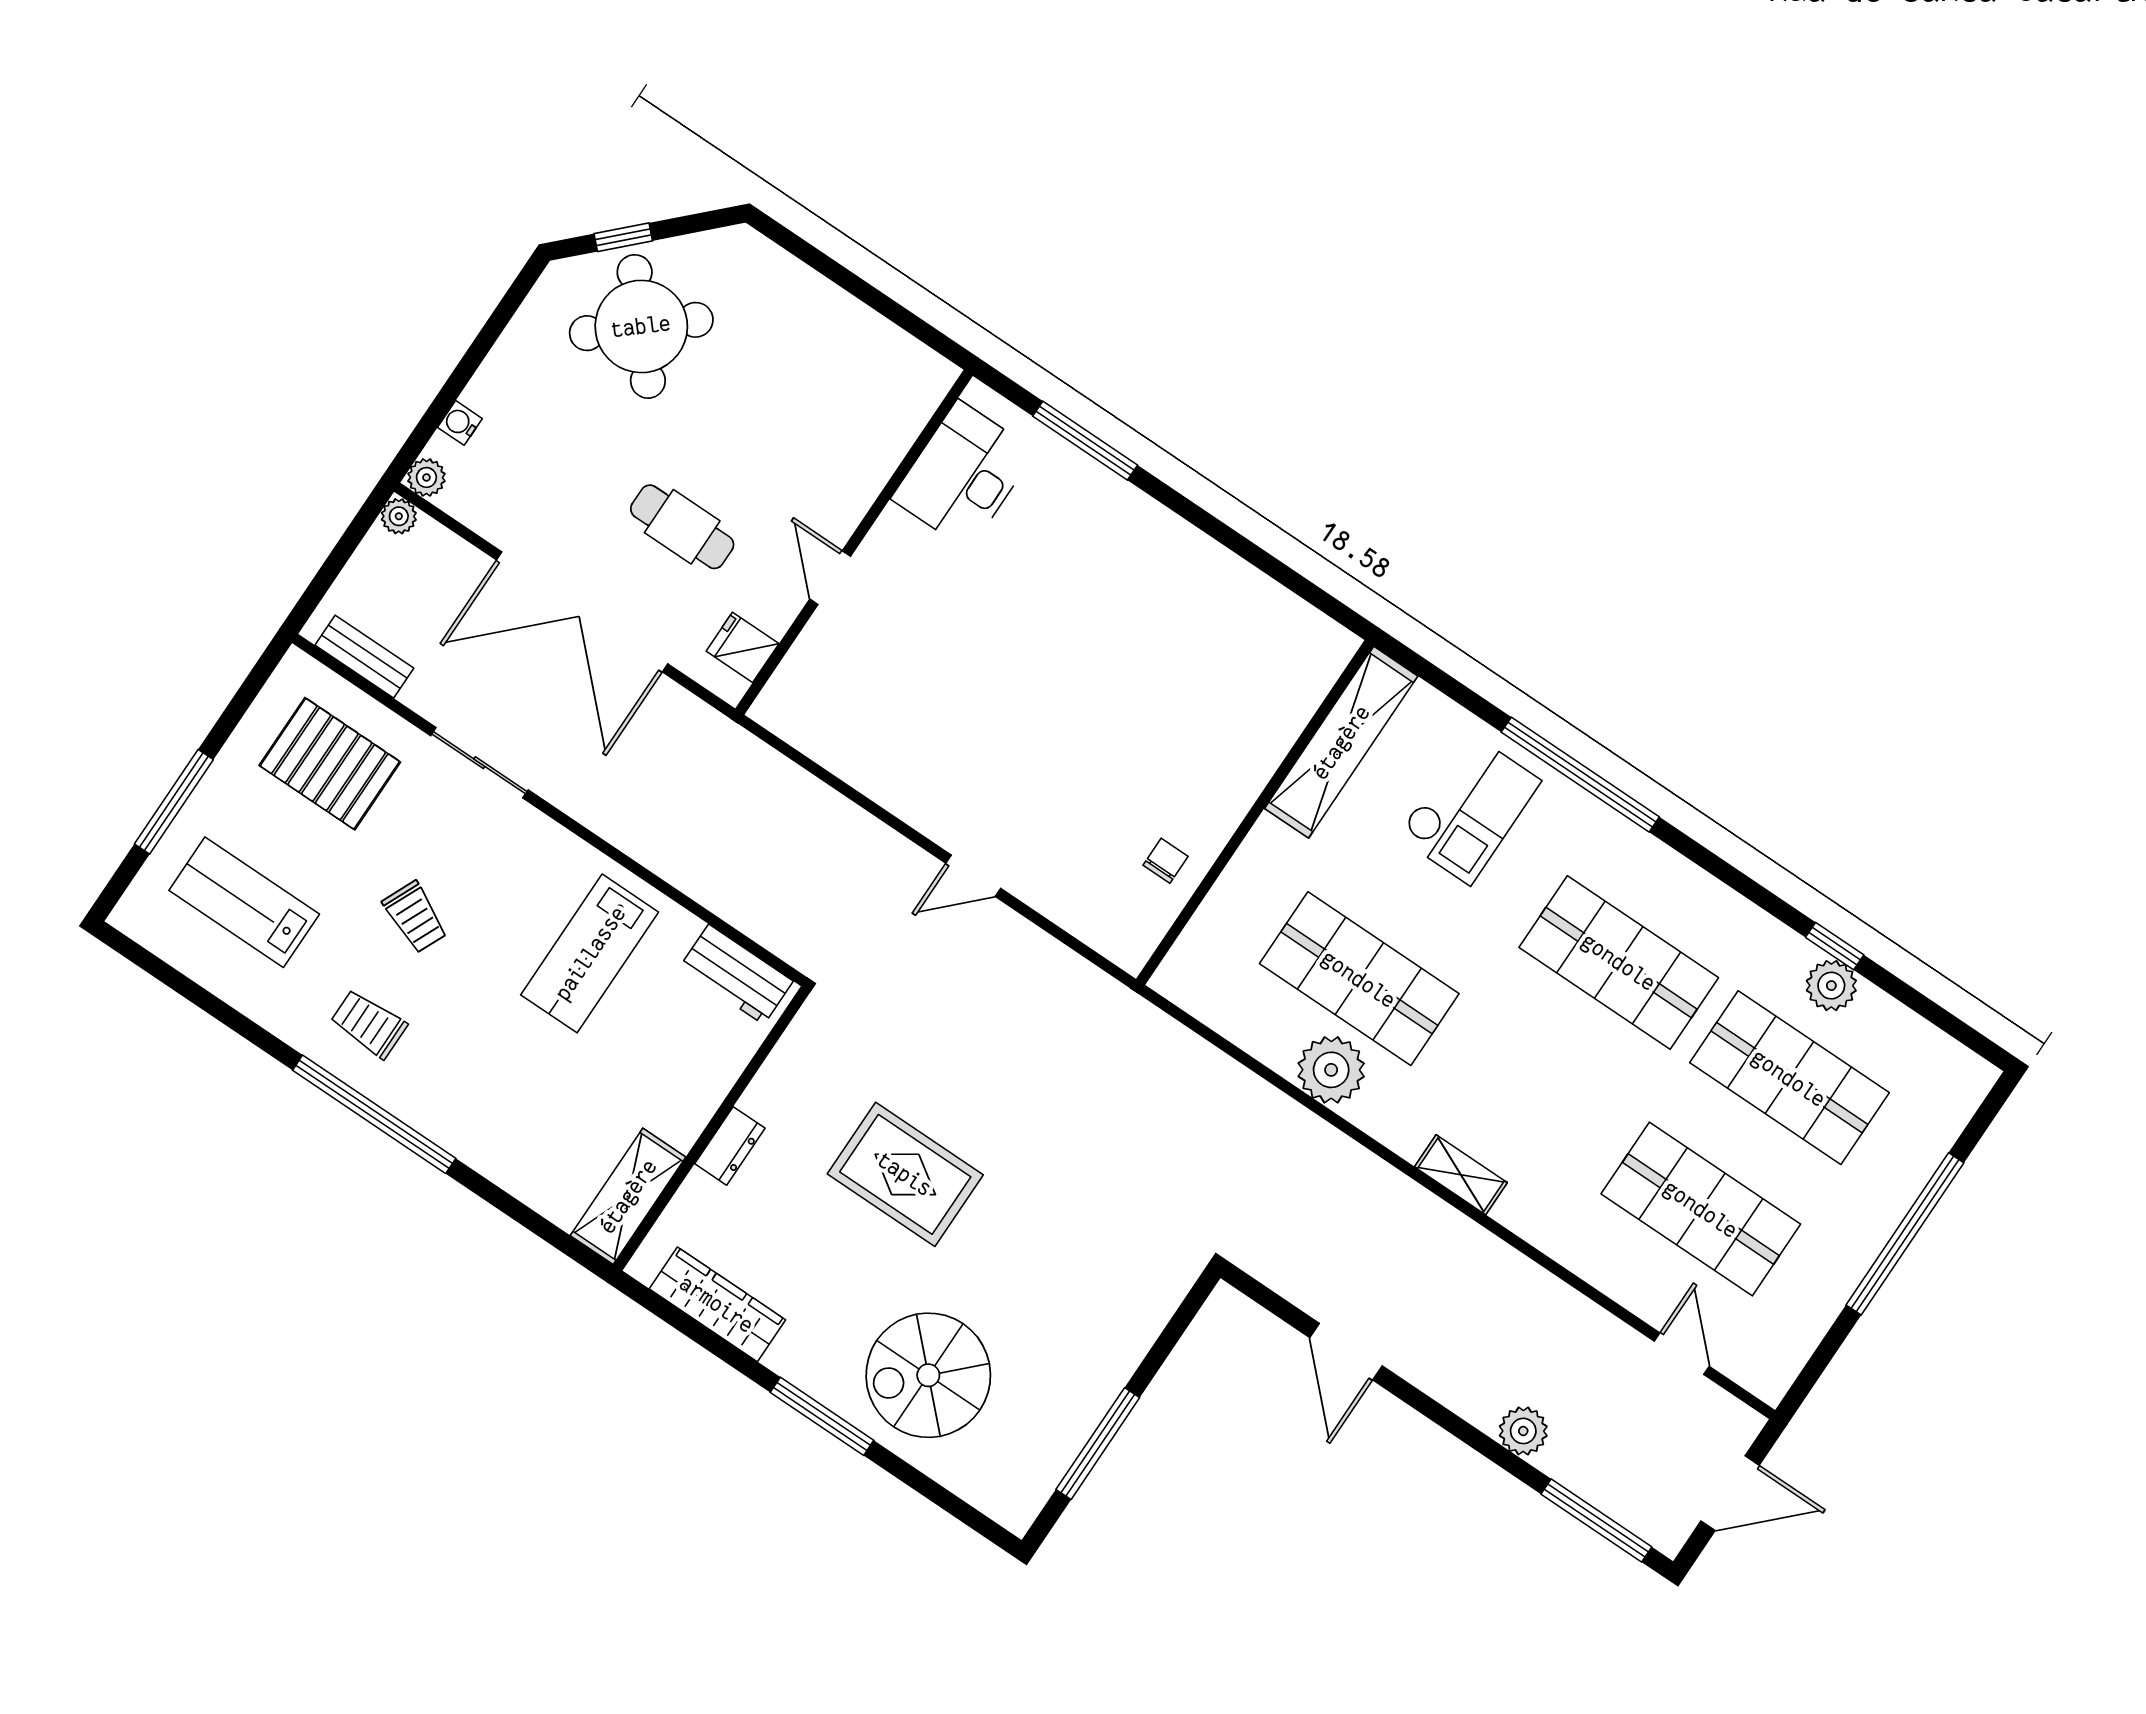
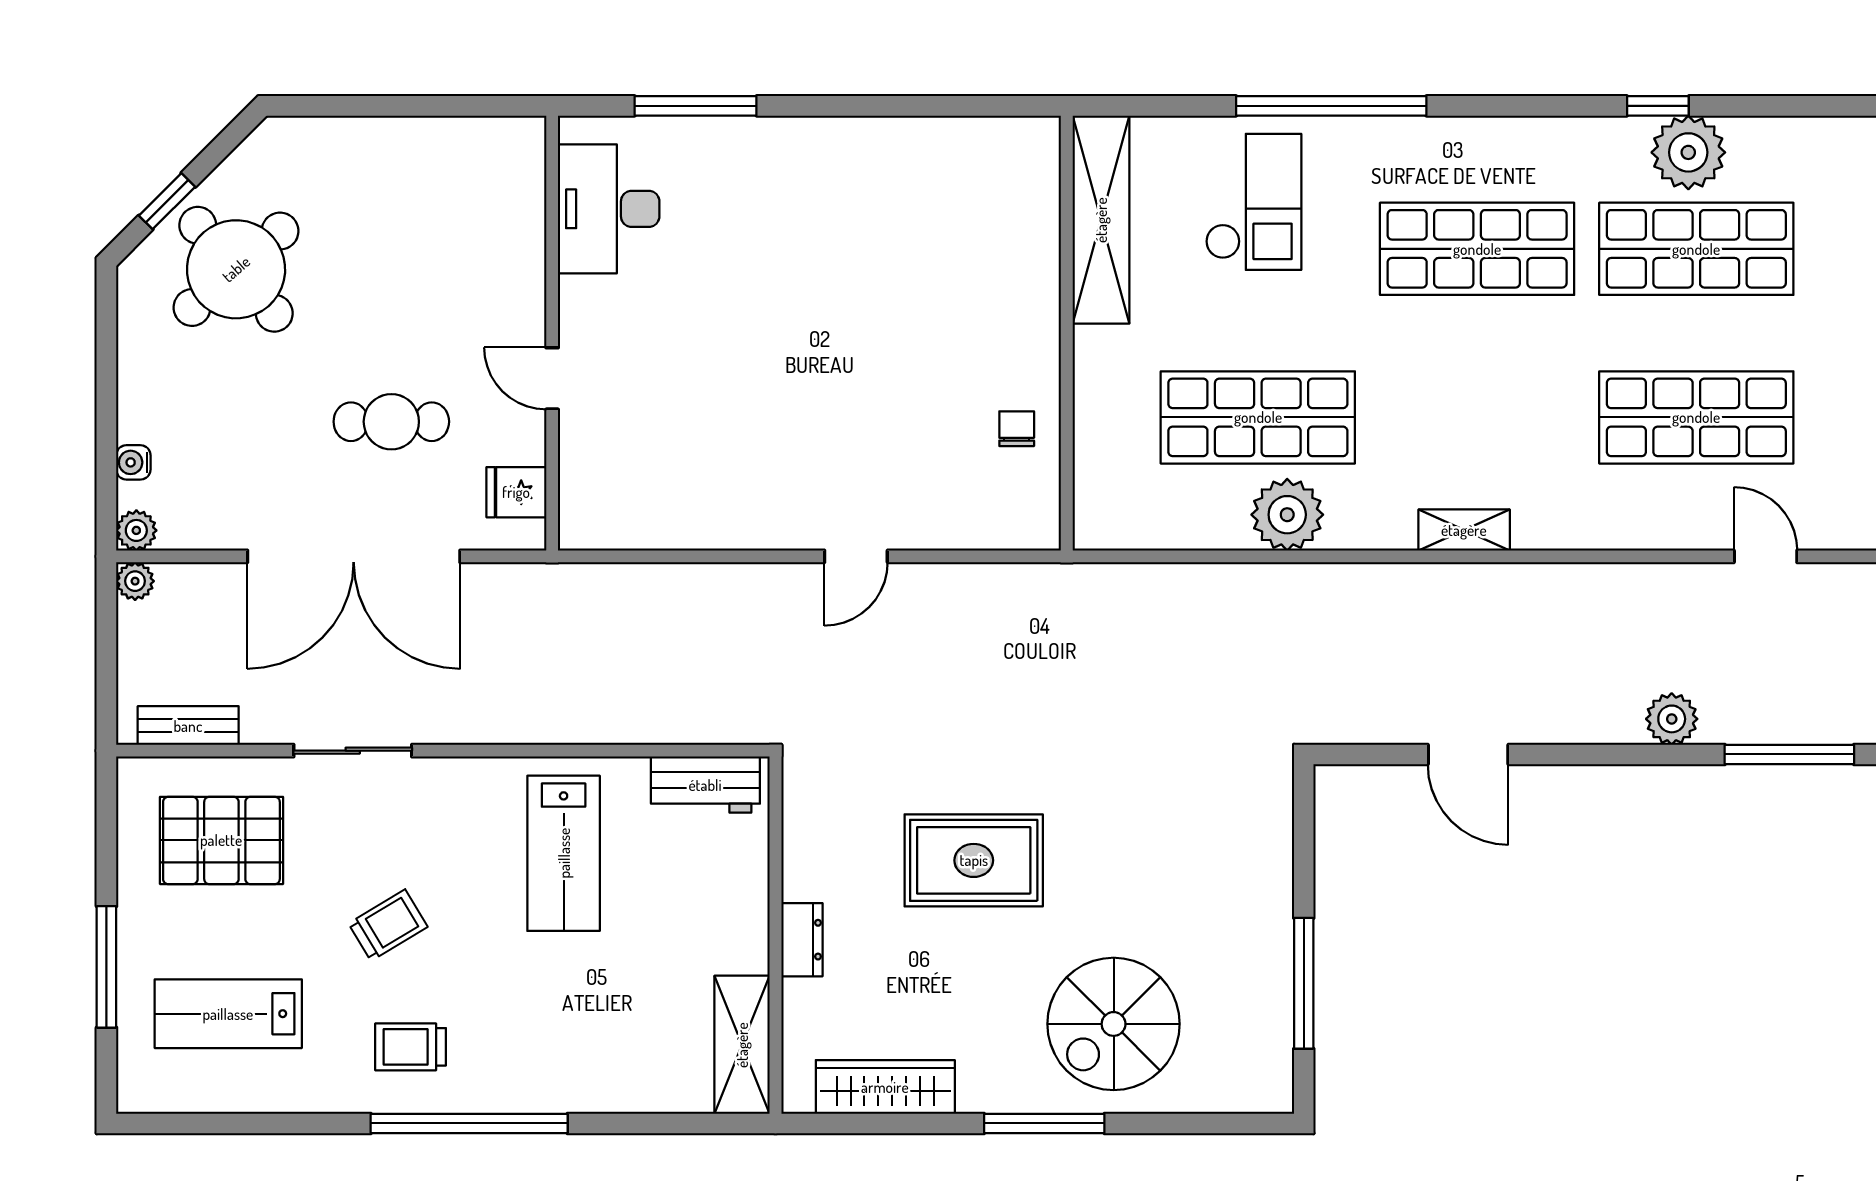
trolley: (415, 917) -> (388, 925), turned -55
plant: (1831, 986) -> (1688, 152), width x1.36, depth x1.36

